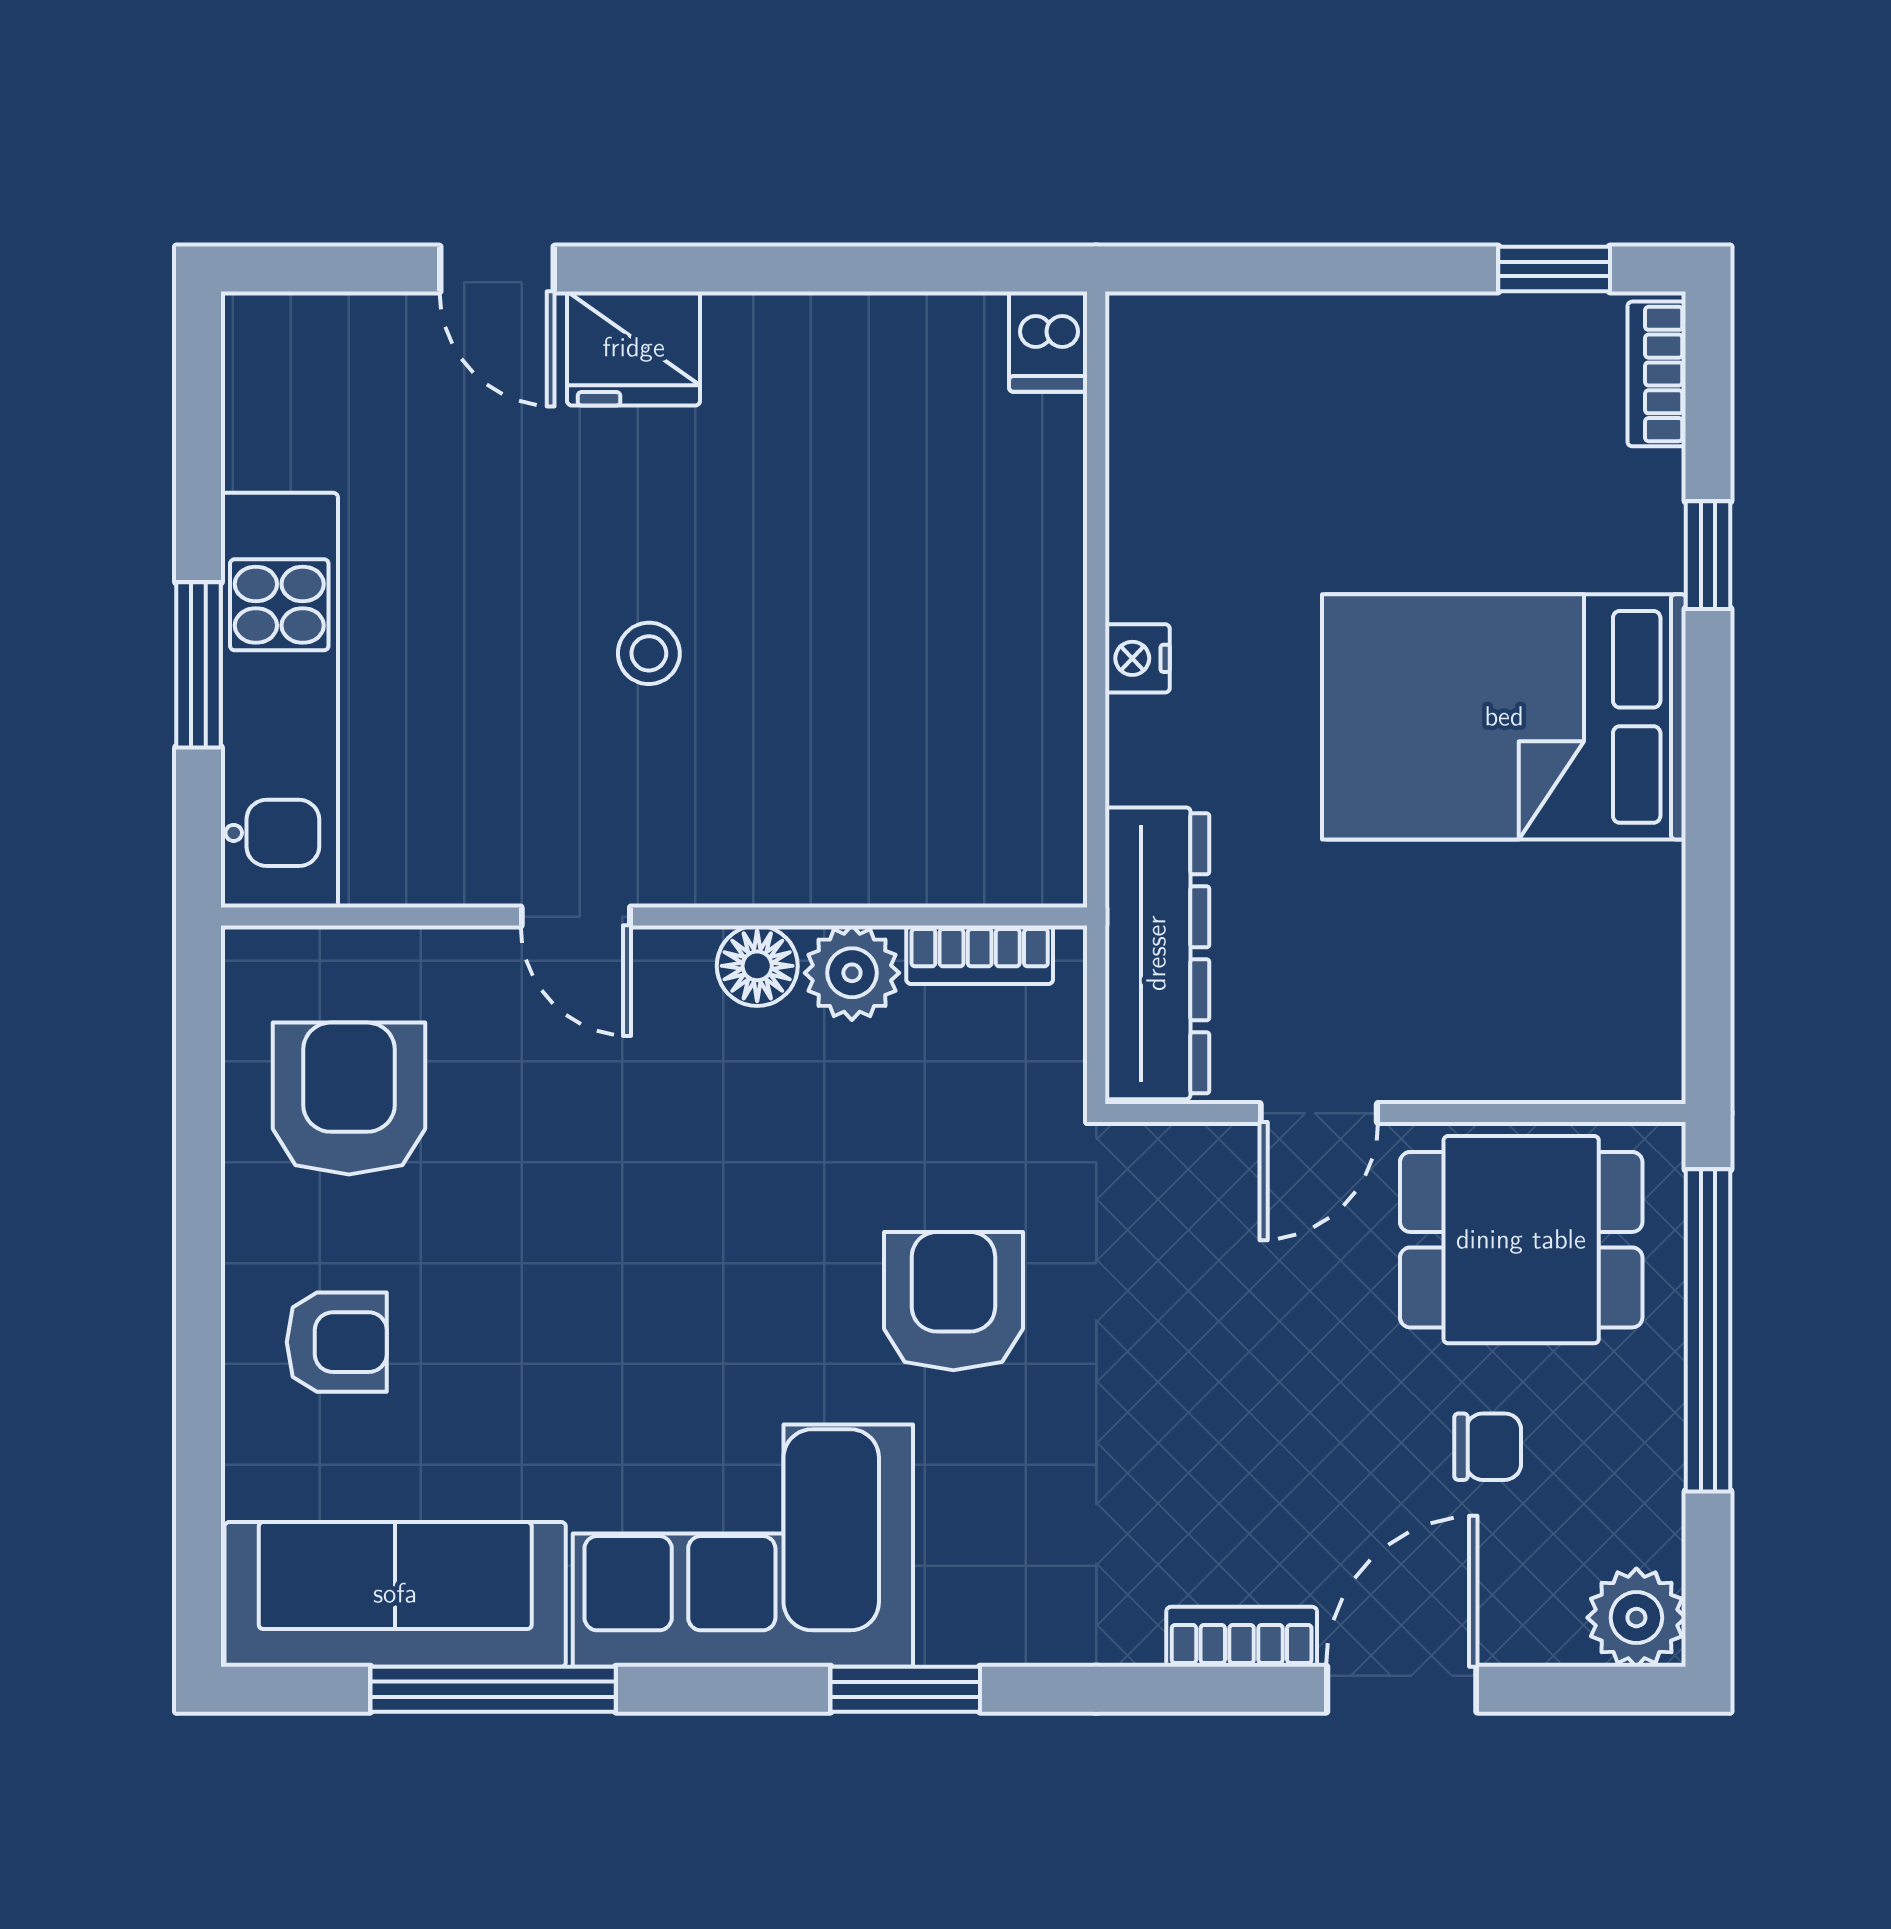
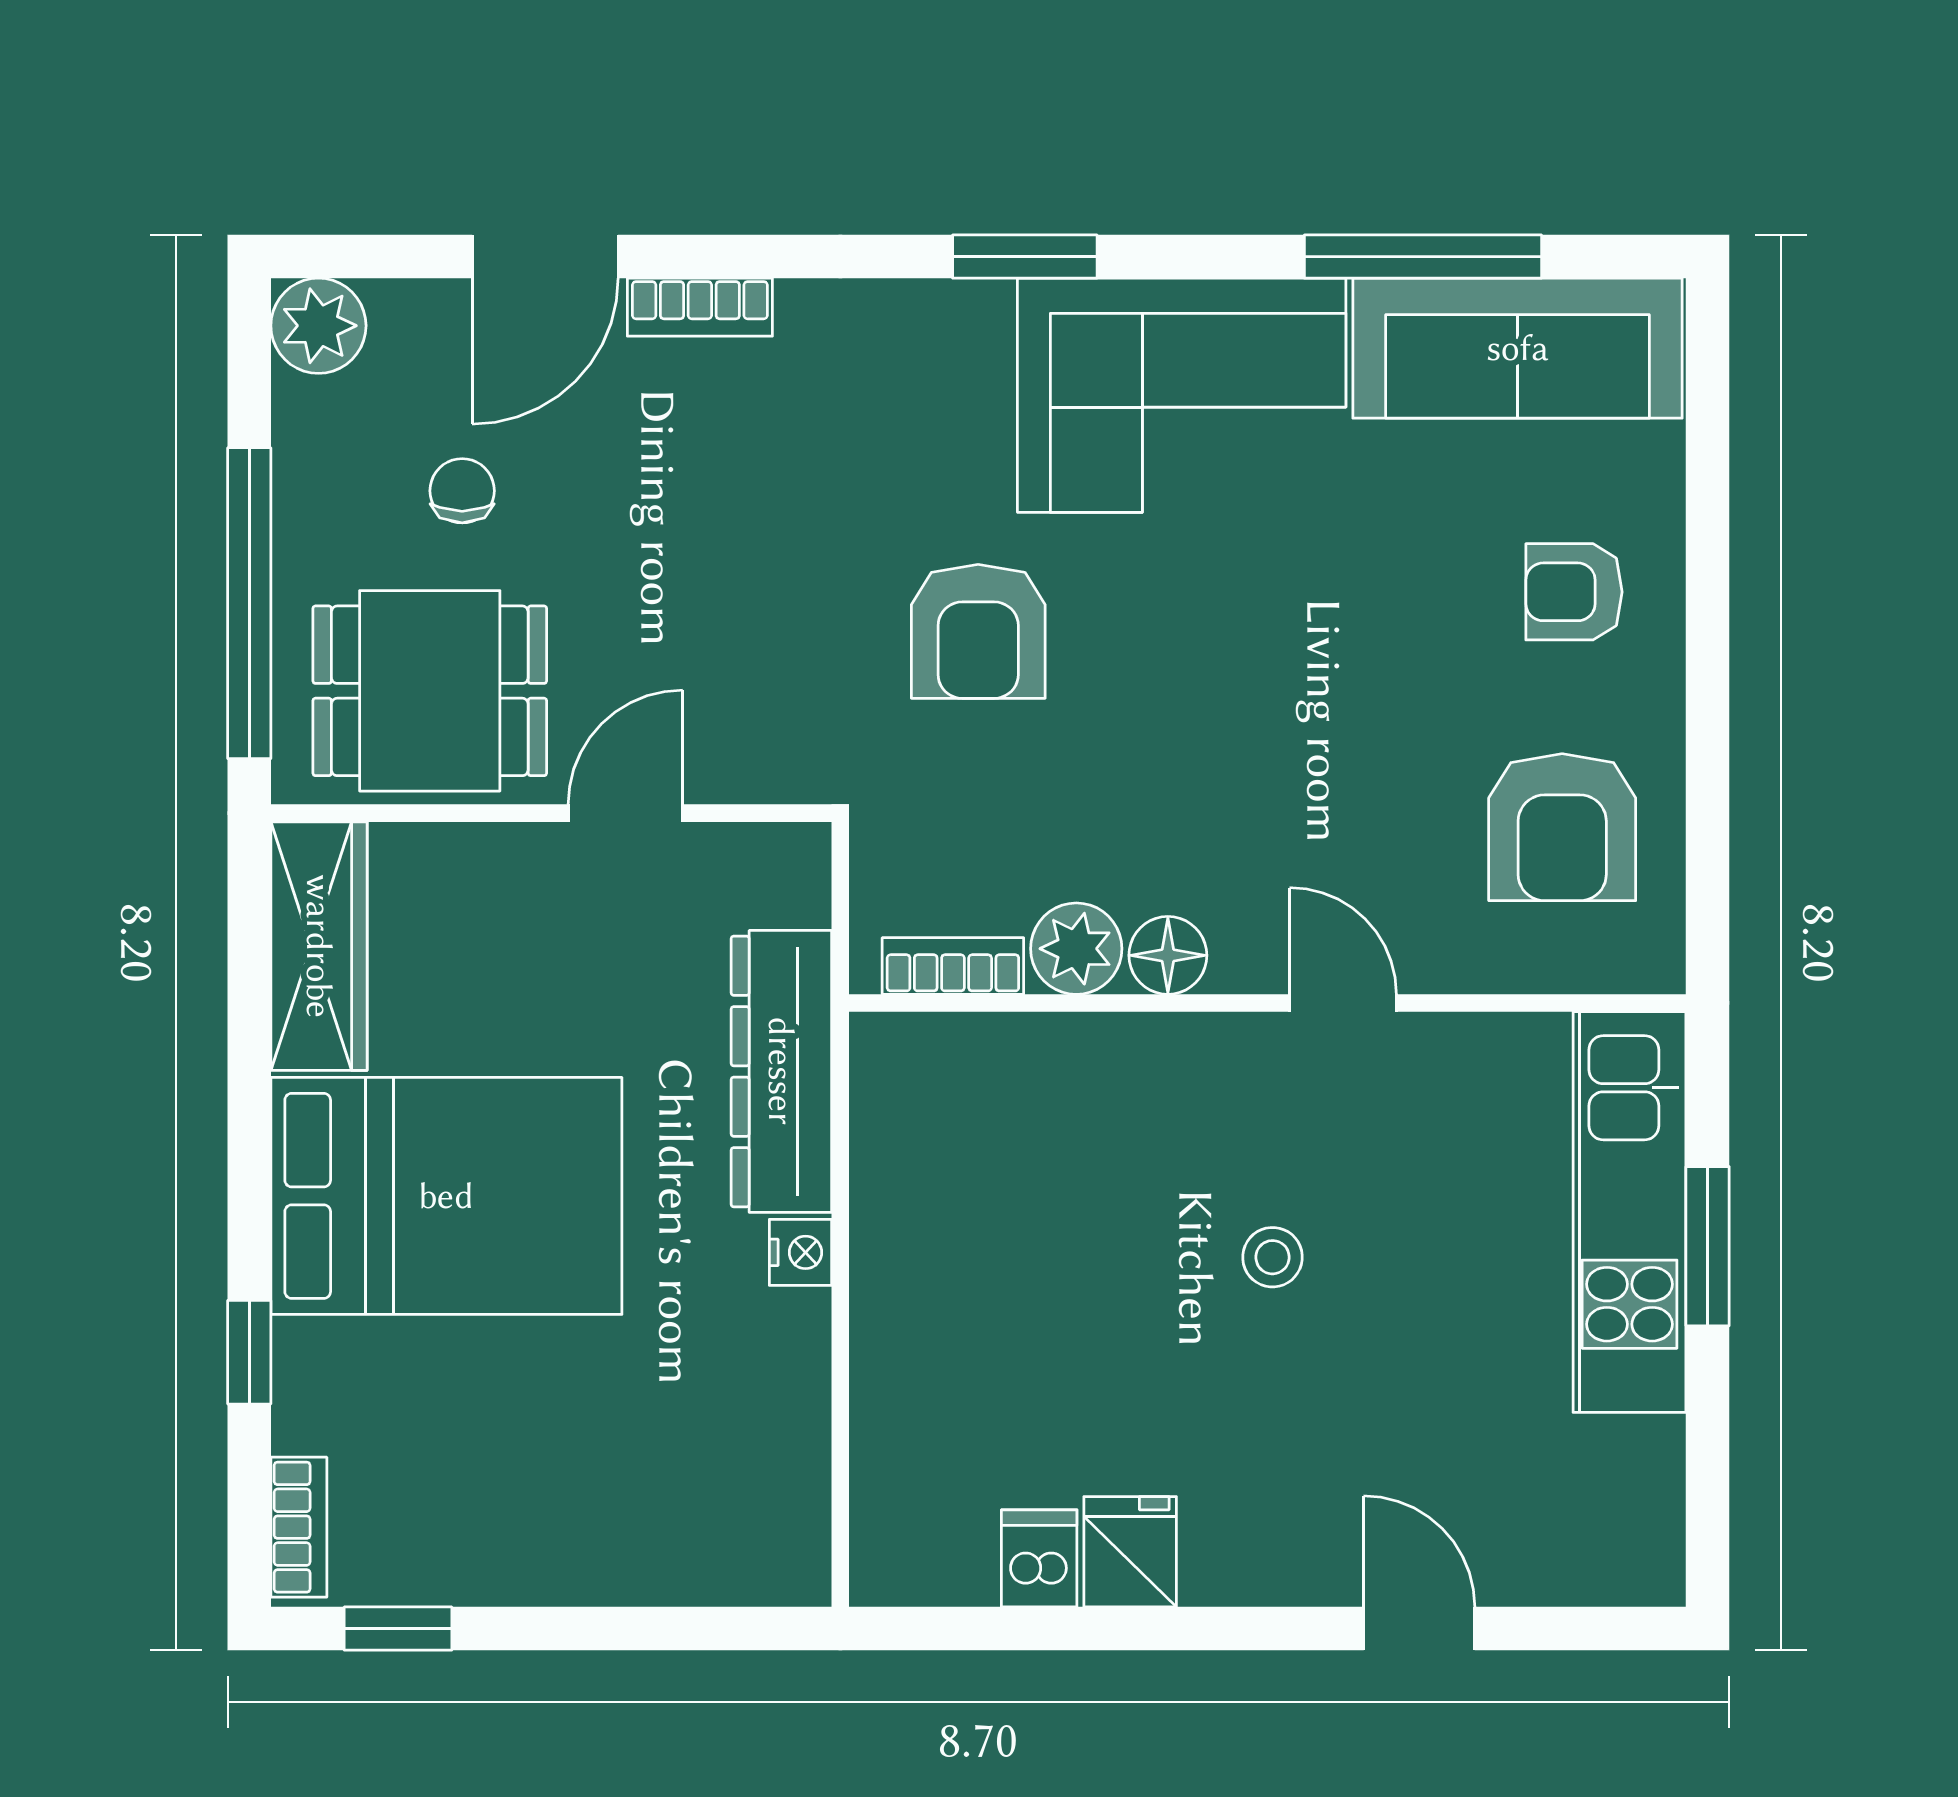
dishwasher: (1048, 342) -> (1039, 1558), moved
fridge: (634, 348) -> (1130, 1552), moved, width x0.72
dresser: (1157, 953) -> (781, 1071), moved
wardrobe: (1636, 975) -> (319, 946), added
chair: (1488, 1447) -> (462, 491), turned 90

